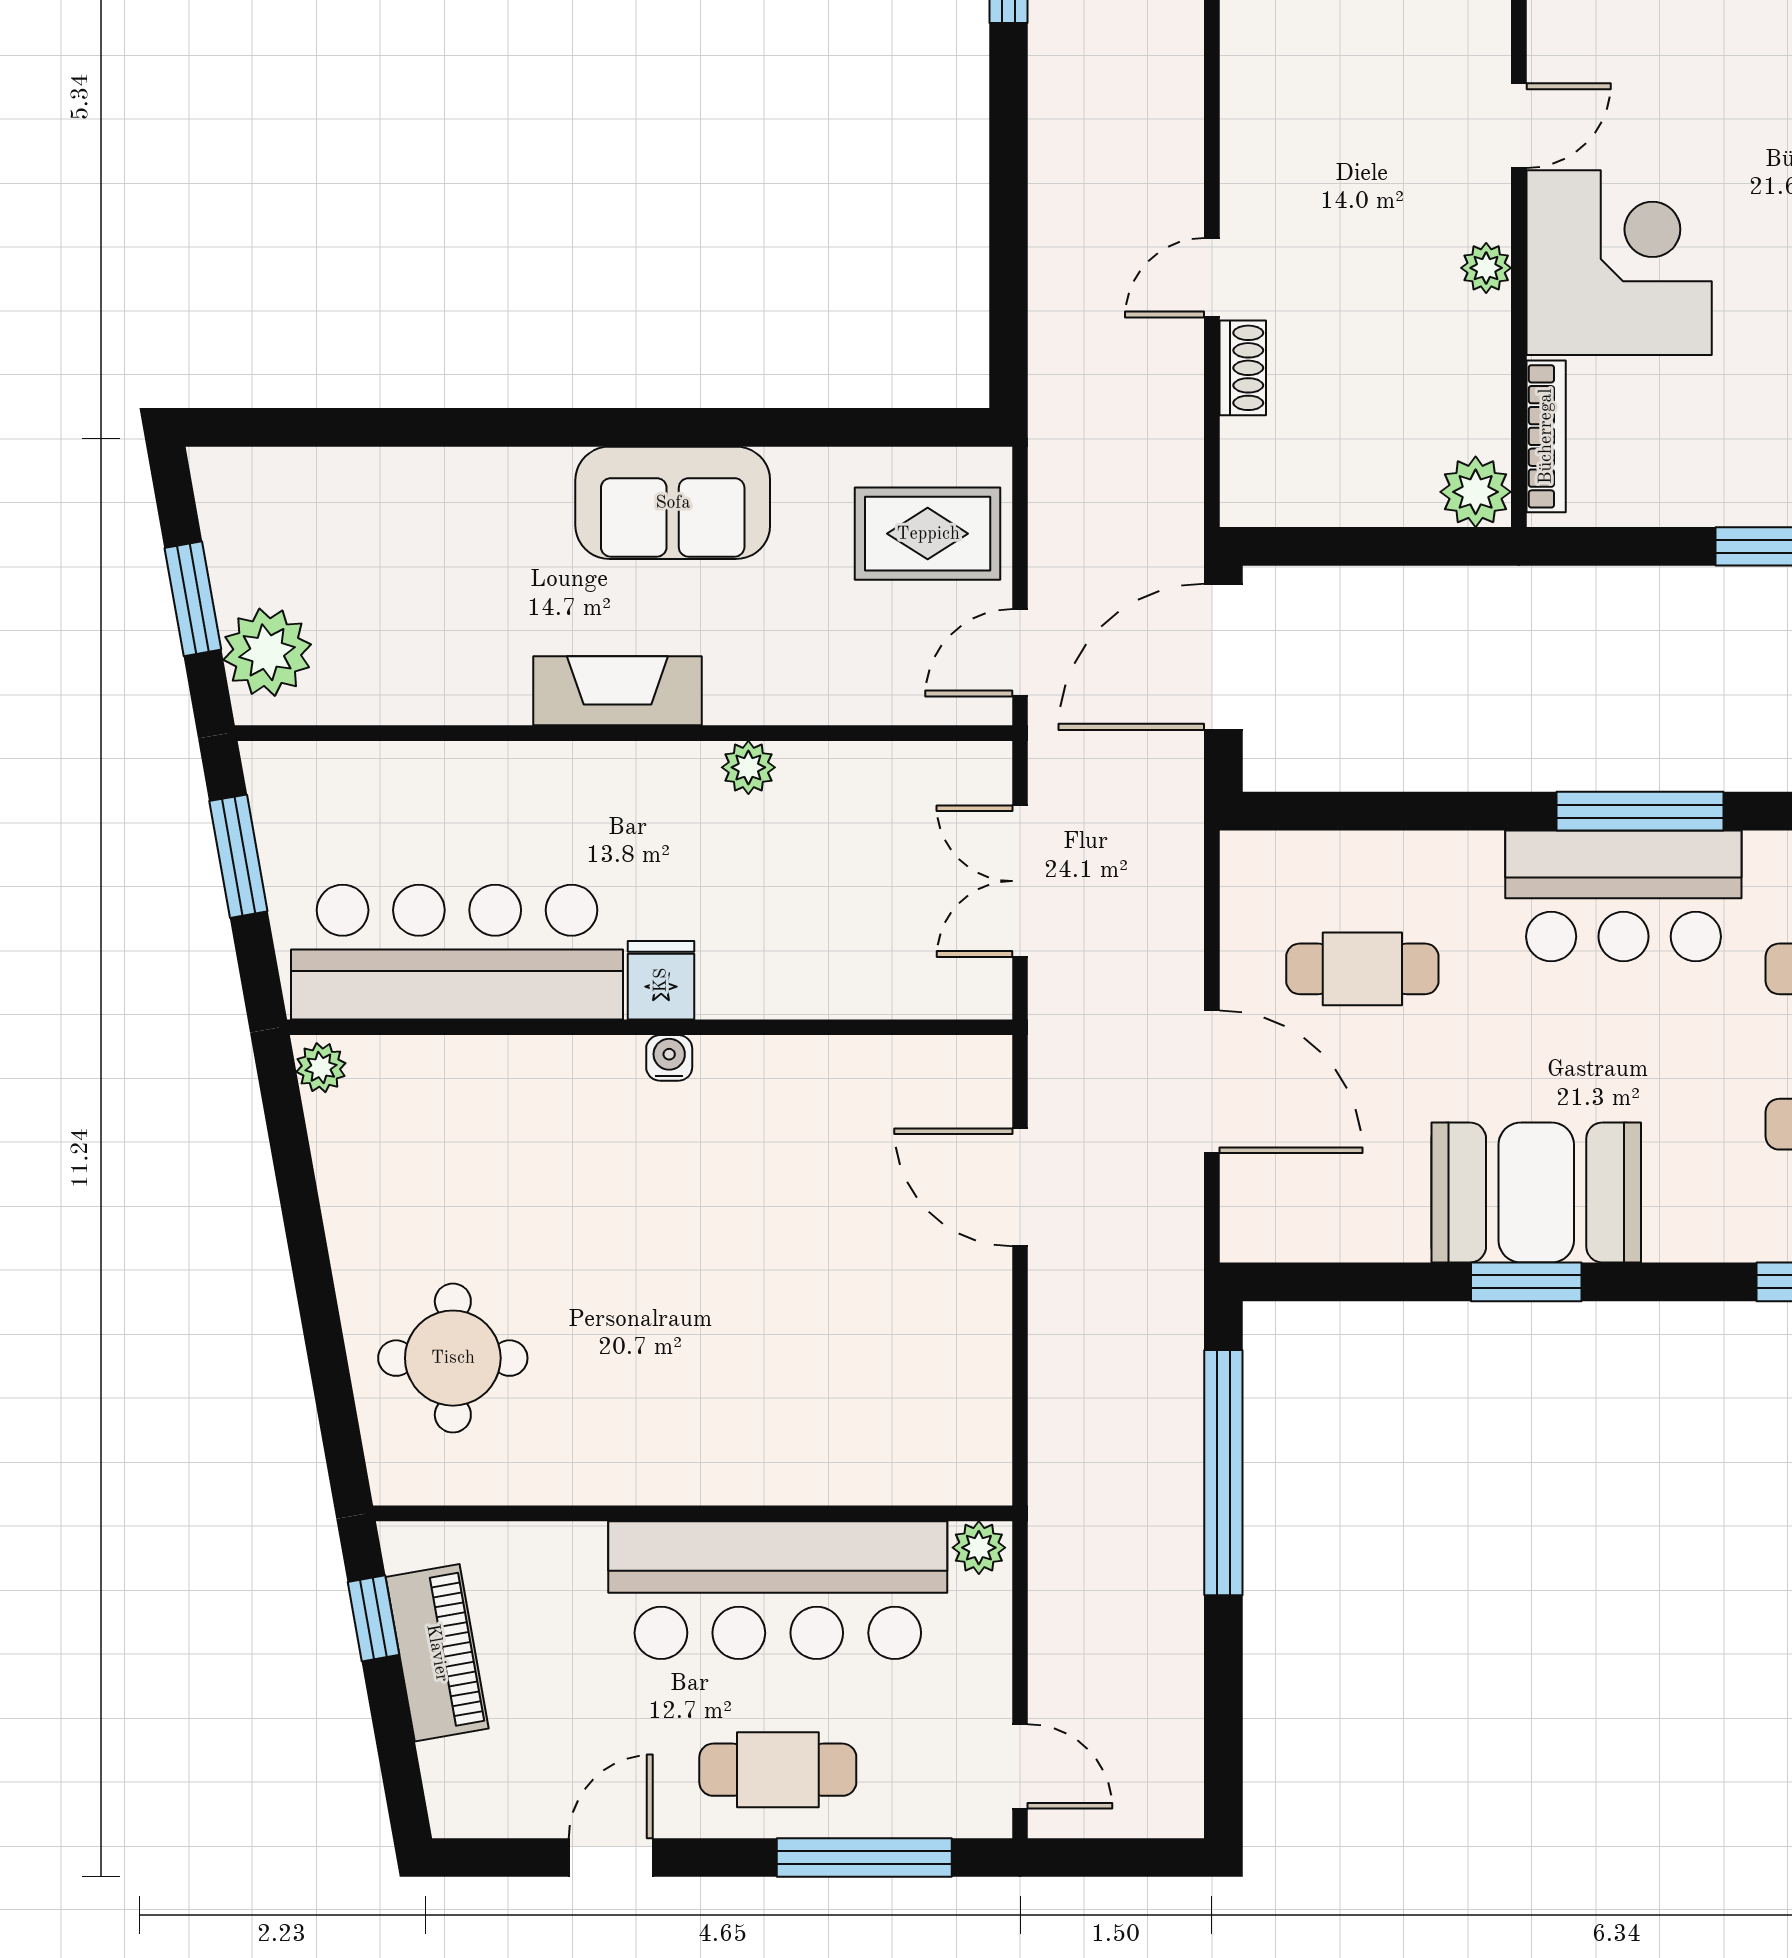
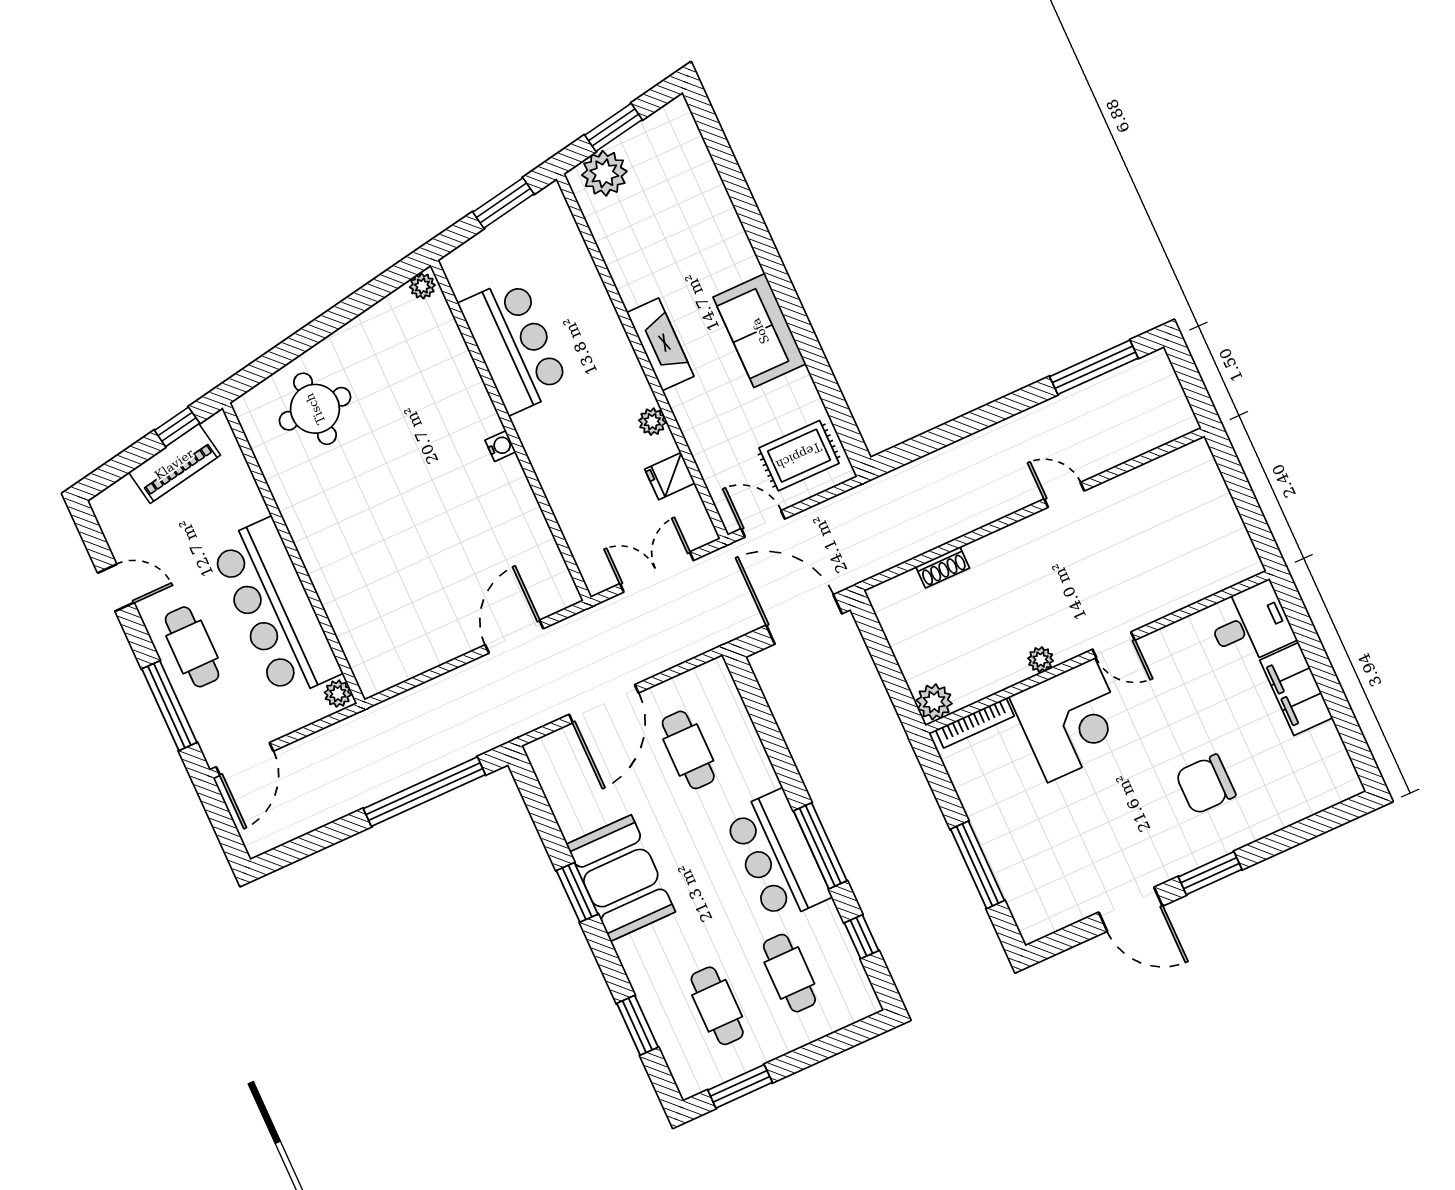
door: (1212, 278) -> (1064, 495), moved
rug: (928, 534) -> (799, 456), turned 90
bar counter: (457, 952) -> (514, 346), width x0.73
fridge: (661, 980) -> (670, 476), moved, turned 180
door: (1020, 1766) -> (245, 759), width x1.38

